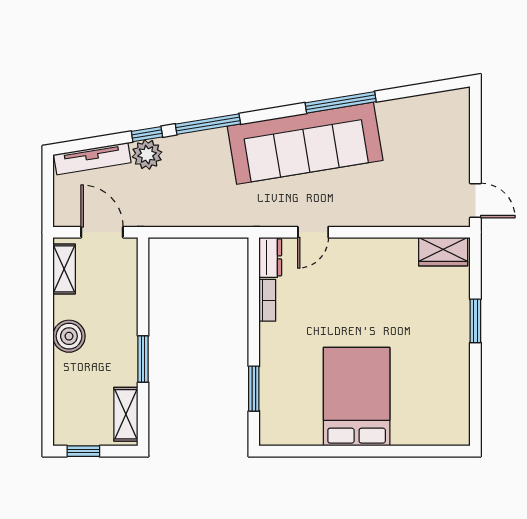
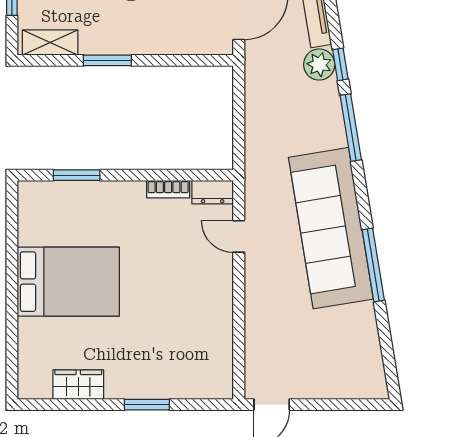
wardrobe: (443, 252) -> (78, 385), moved, turned 90

